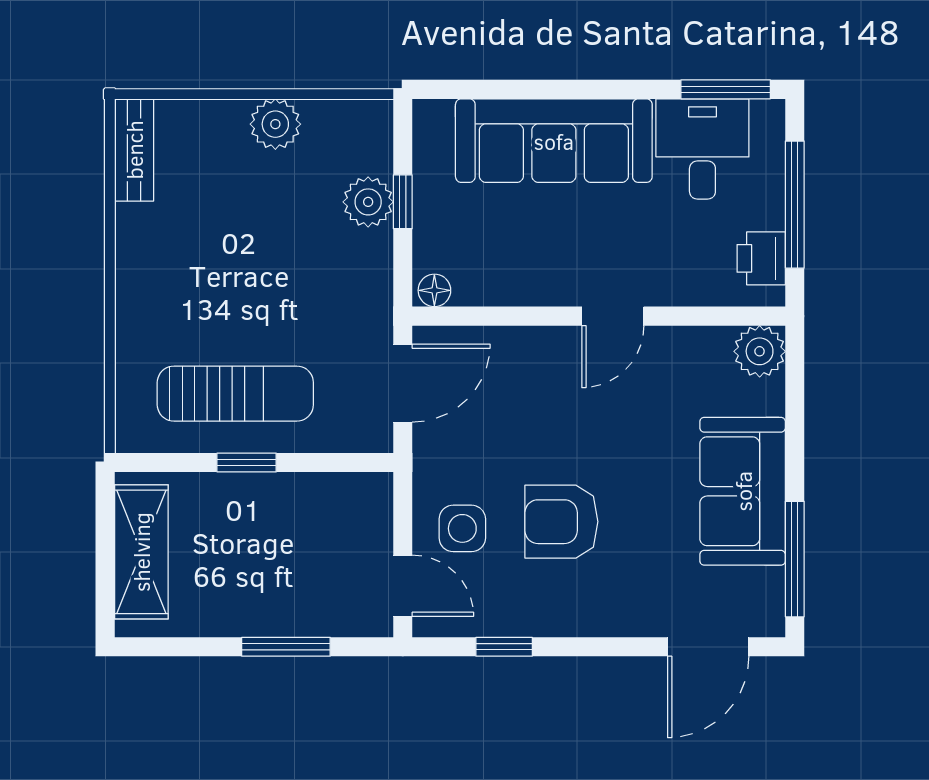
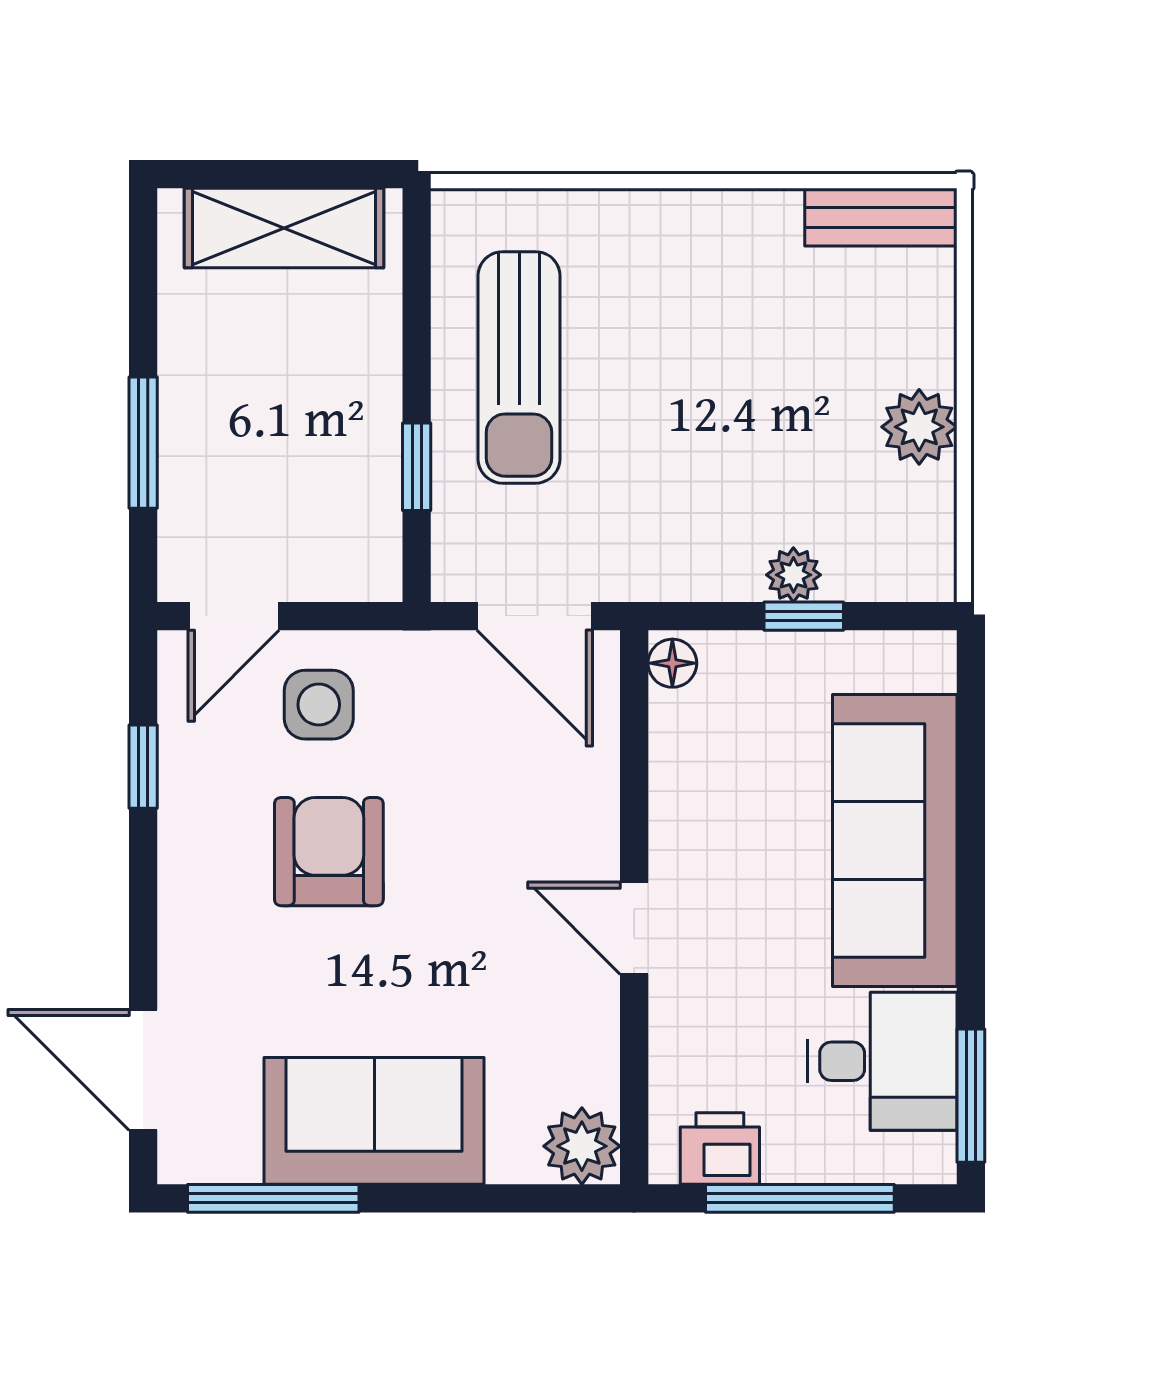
plant: (368, 202) -> (793, 575), width x0.73, depth x0.73
window: (247, 463) -> (417, 467), moved

